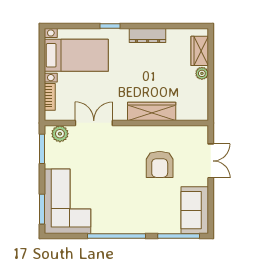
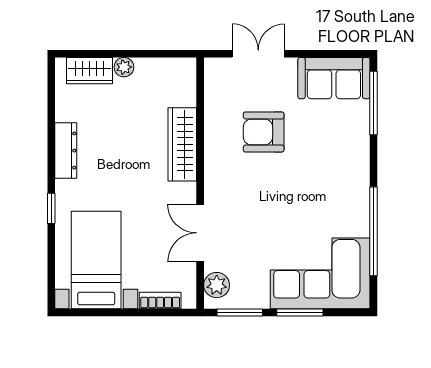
armchair: (160, 164) -> (264, 132), turned 180
window: (42, 209) -> (300, 312), moved
window: (116, 236) -> (373, 231), moved

